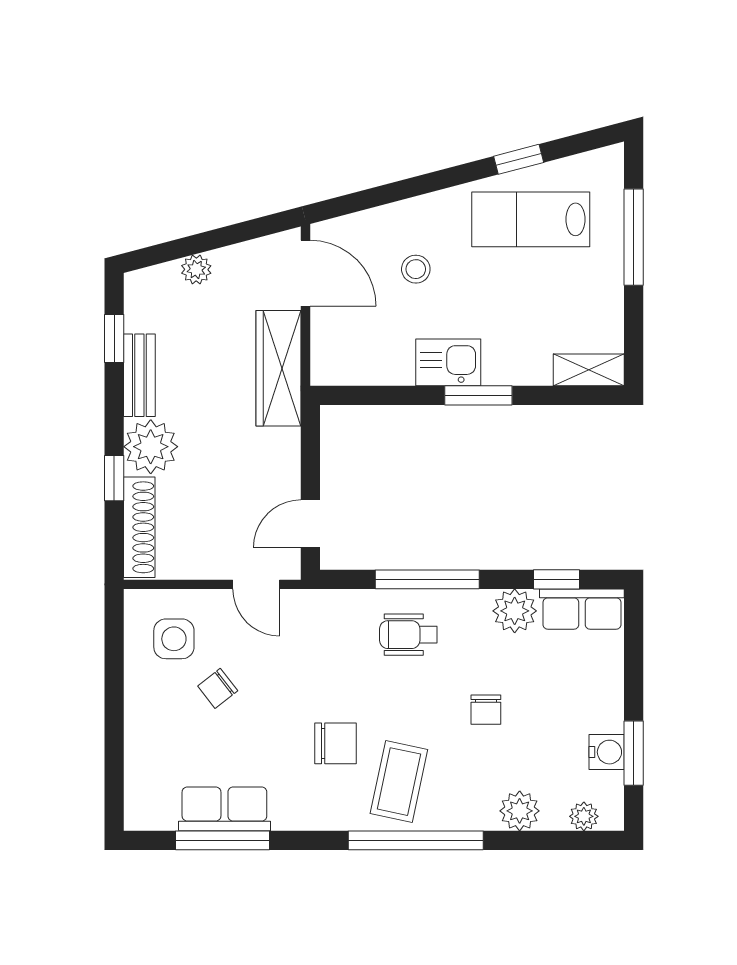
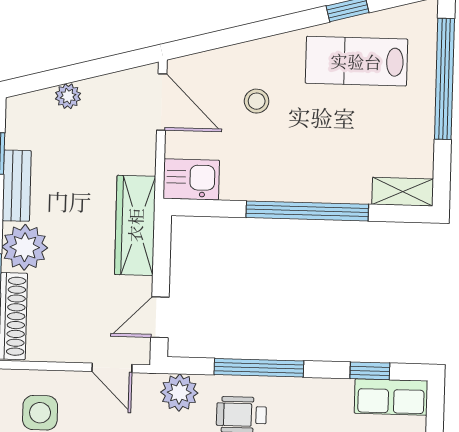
window: (634, 237) -> (444, 79), width x1.46
kitchen sink: (448, 362) -> (191, 179), moved
wardrobe: (278, 368) -> (135, 225), moved
window: (478, 395) -> (307, 211), width x2.11
plant: (515, 611) -> (179, 393), moved

